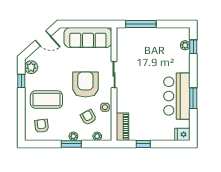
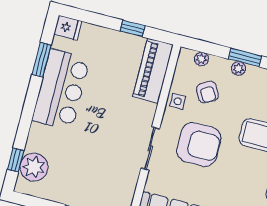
plant: (185, 45) -> (34, 167), width x1.88, depth x1.88
armchair: (85, 84) -> (199, 145), turned -90
window: (193, 98) -> (42, 60), moved
piano: (122, 127) -> (153, 71), width x1.37, depth x1.33

